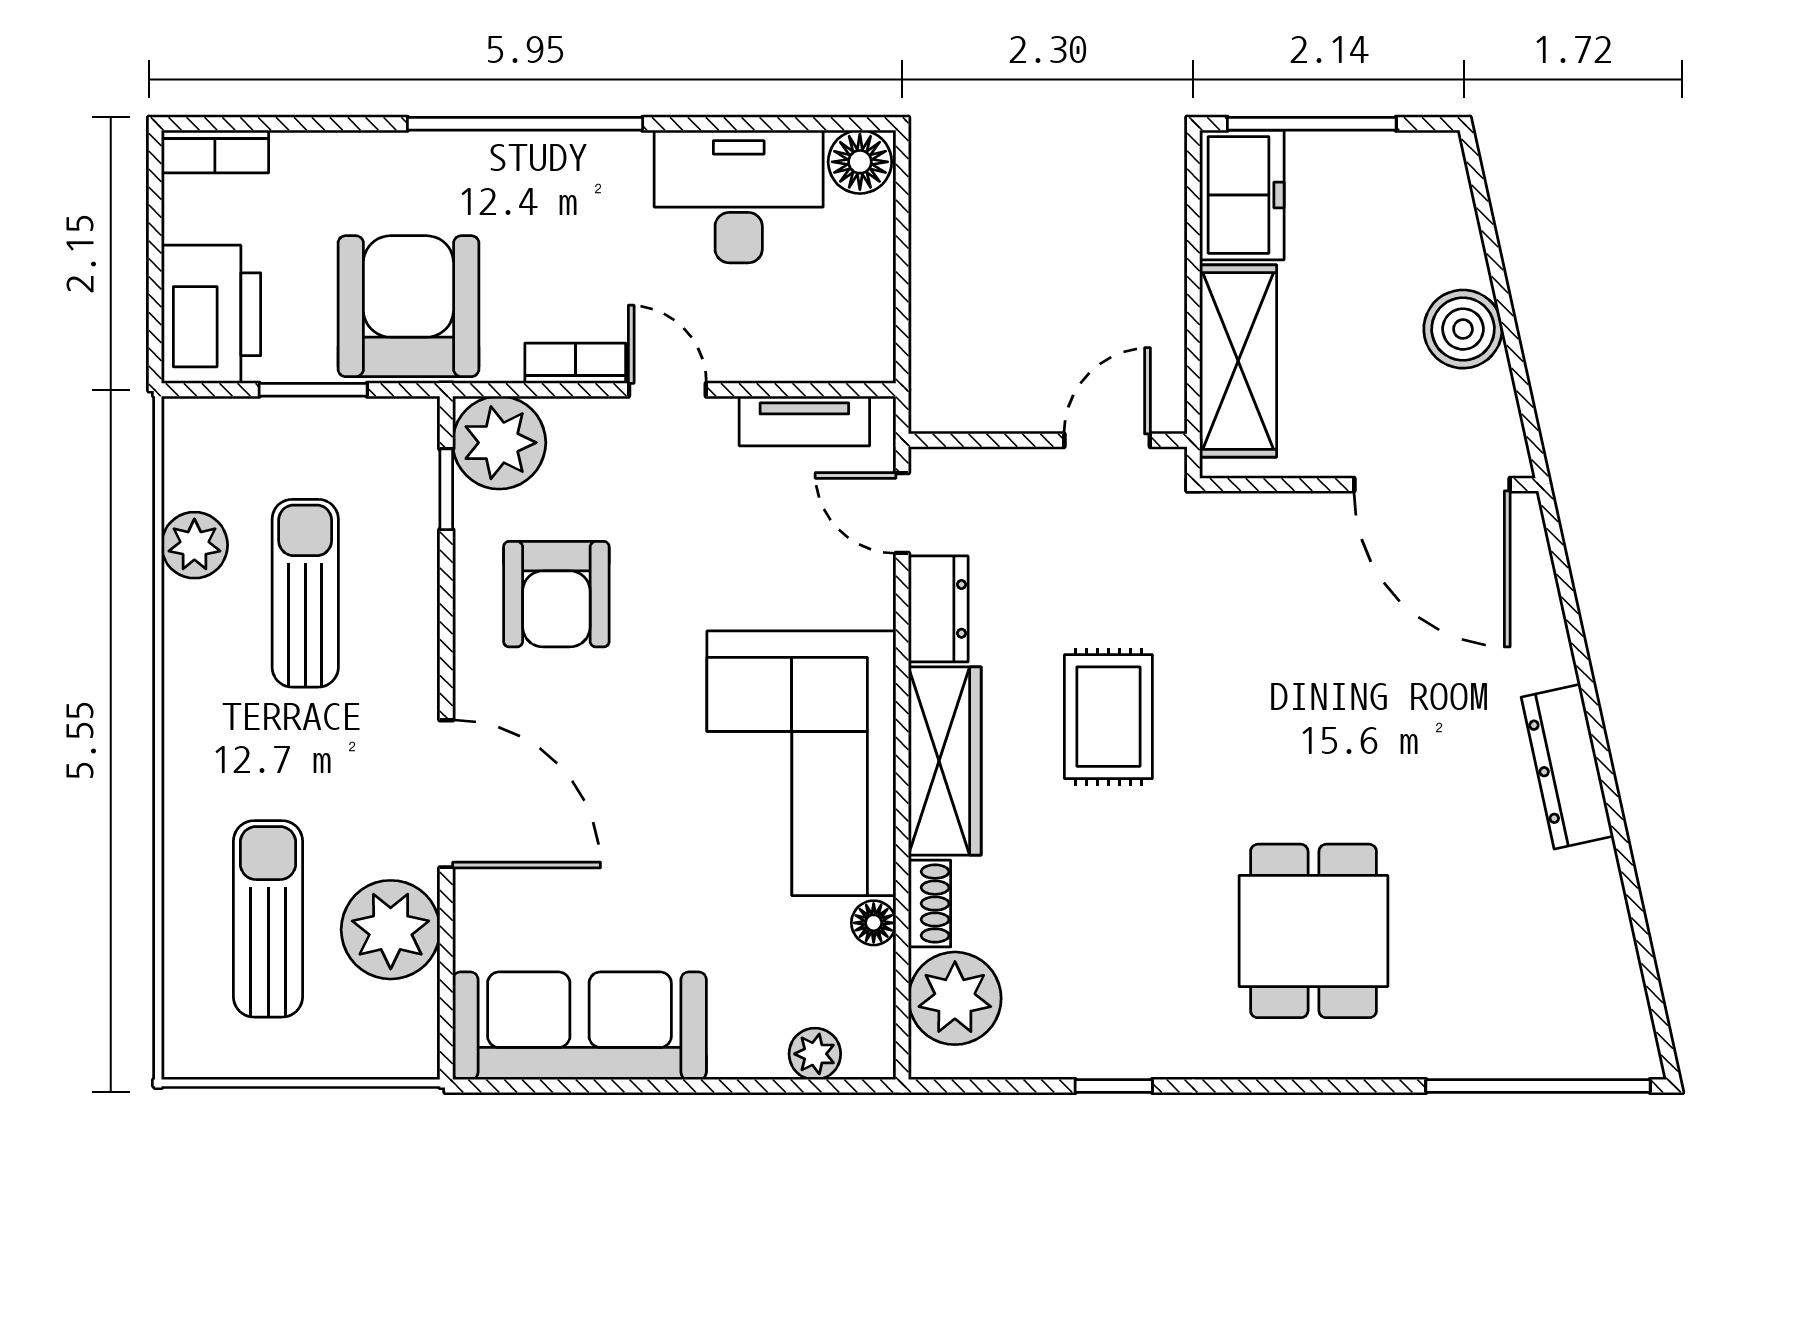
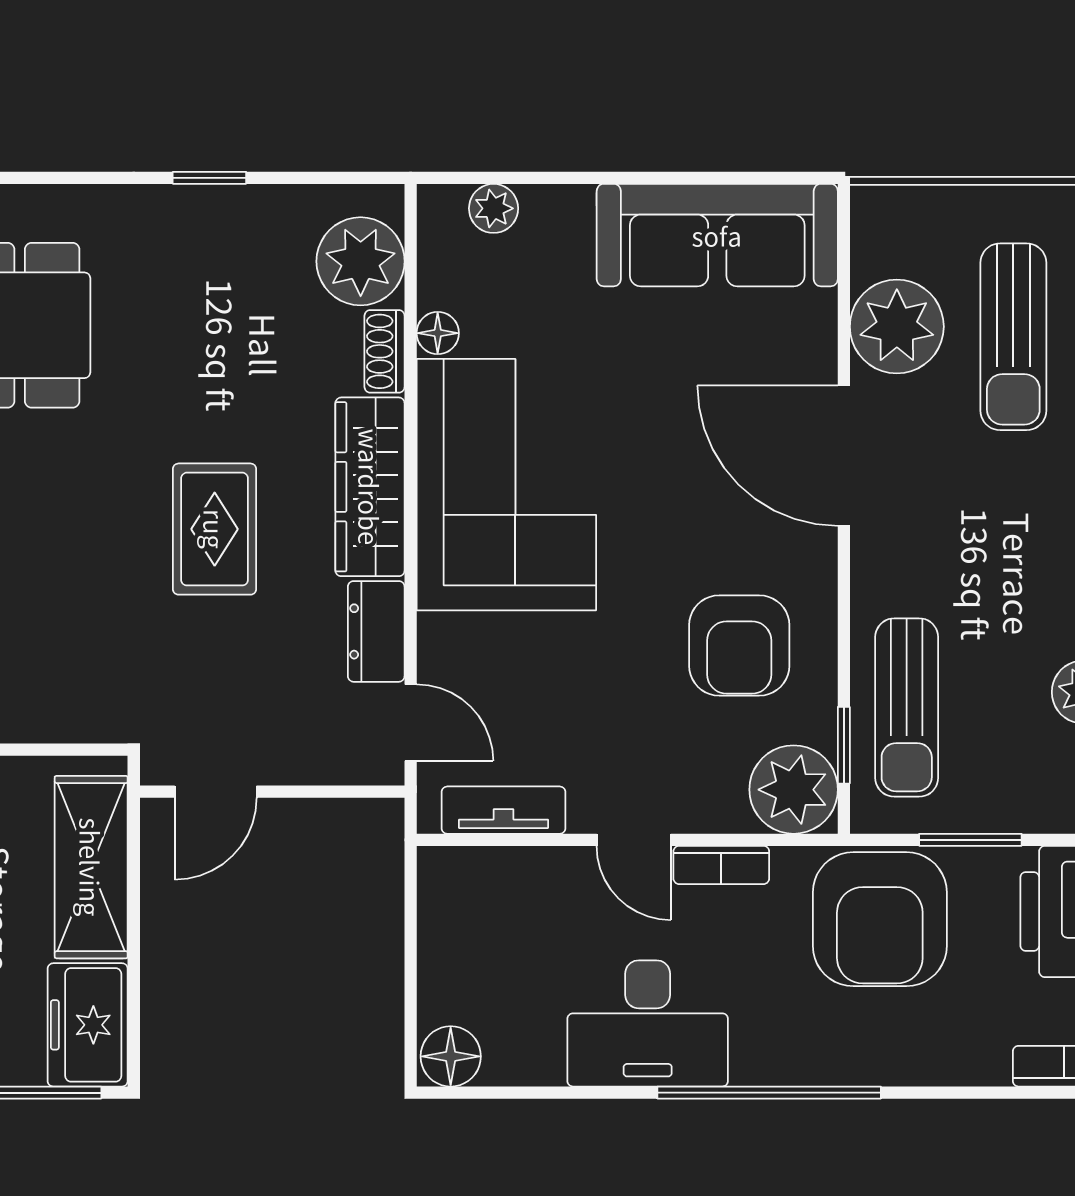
desk: (739, 196) -> (648, 1023), moved
sun lounger: (305, 593) -> (907, 707), moved
armchair: (556, 594) -> (739, 645), turned 180

